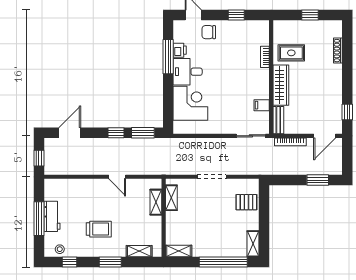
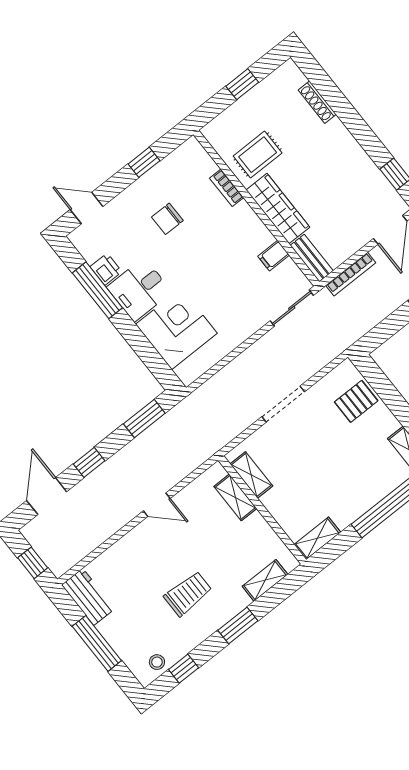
chair: (209, 32) -> (167, 219), moved
window: (116, 133) -> (89, 462), moved
workbench: (52, 216) -> (88, 597), moved

